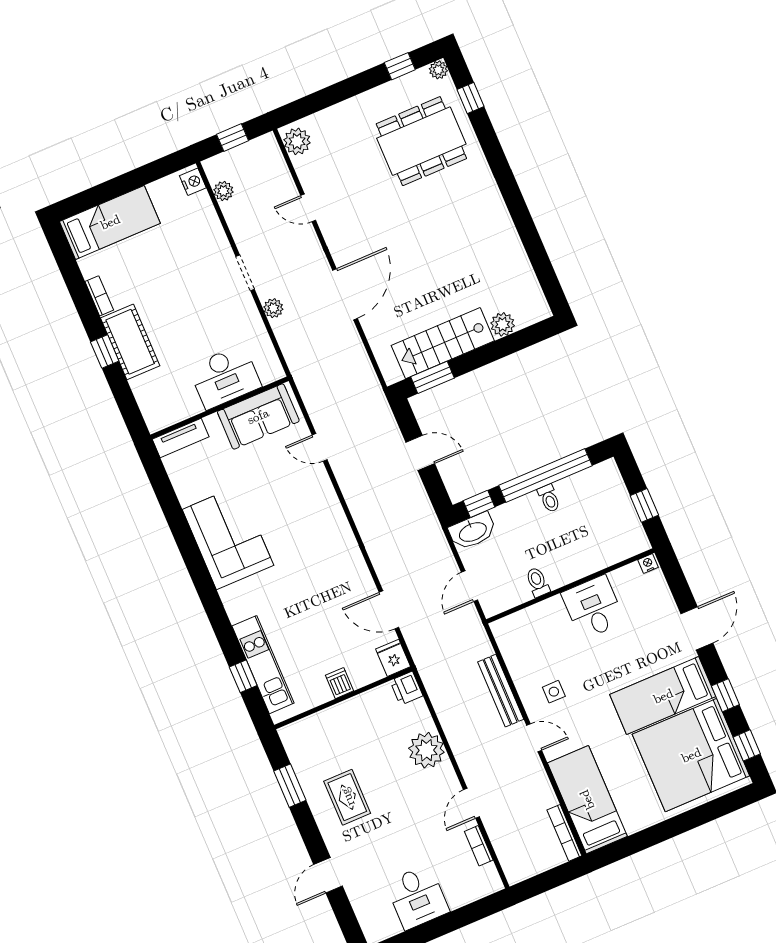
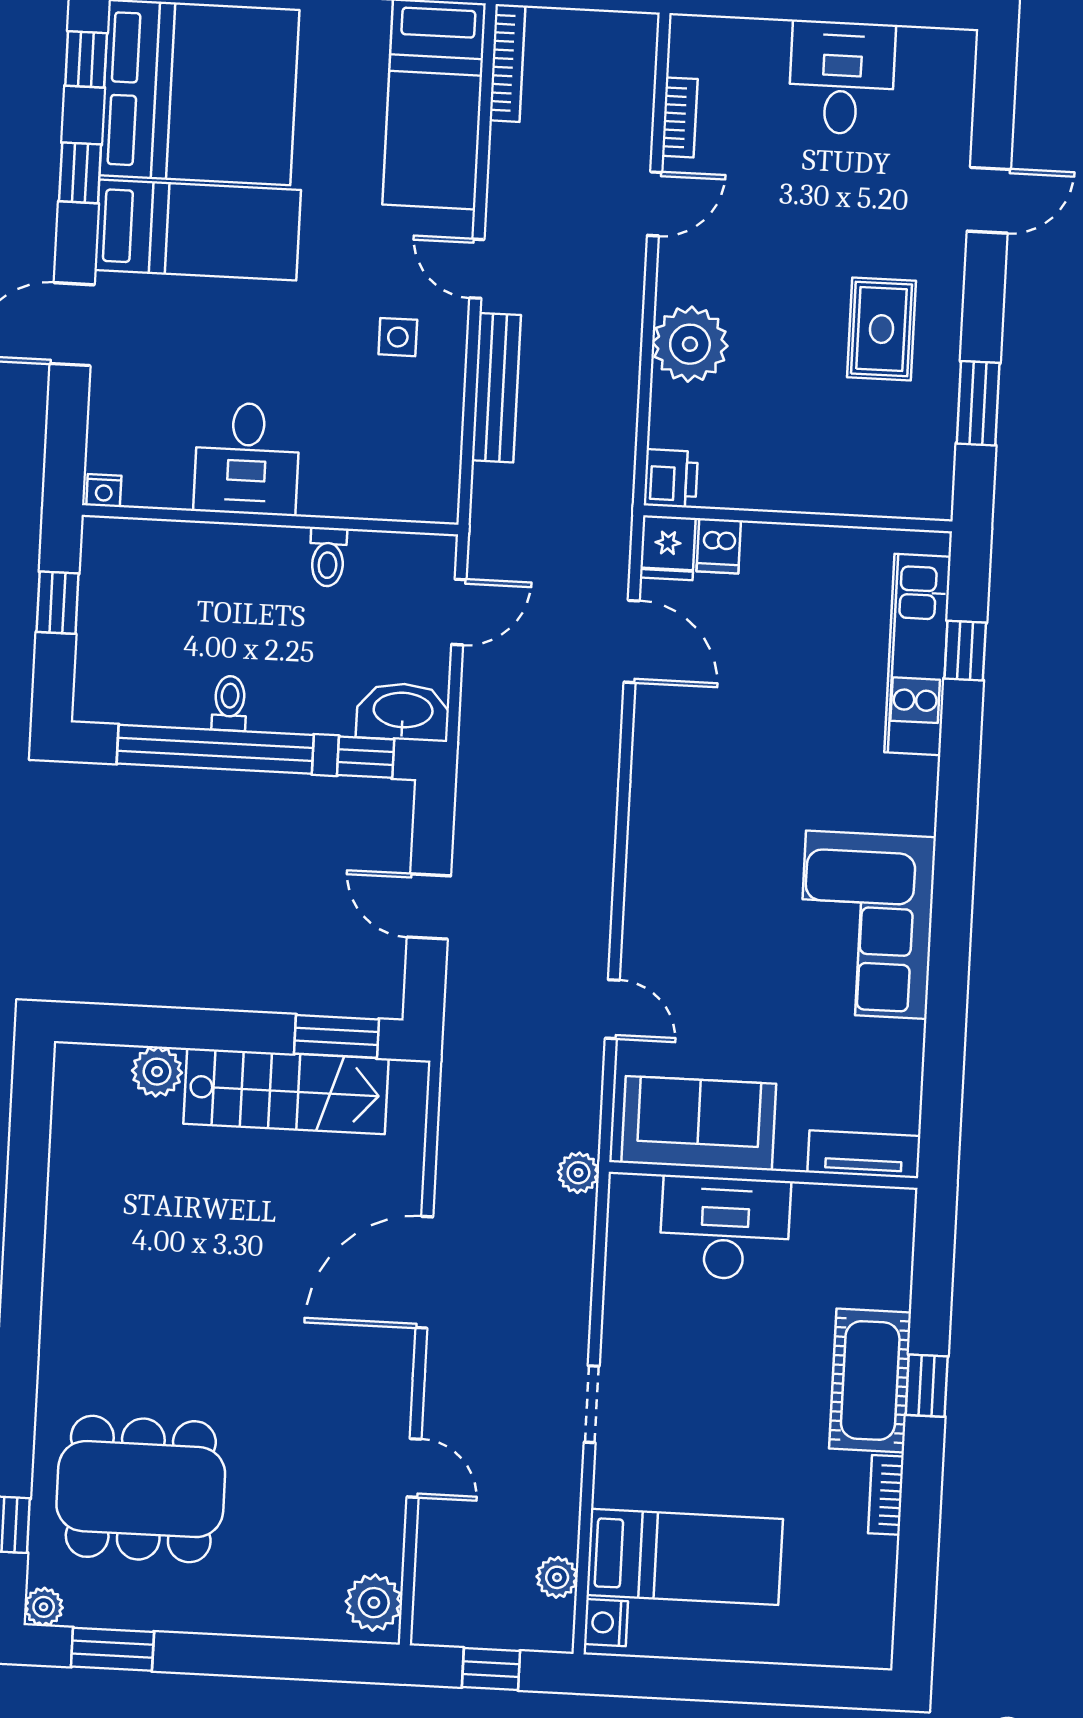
window: (400, 66) -> (112, 1649), width x1.50
bed: (110, 222) -> (685, 1557), moved, turned 180
plant: (273, 308) -> (578, 1173), moved
dishwasher: (339, 683) -> (719, 546), moved

